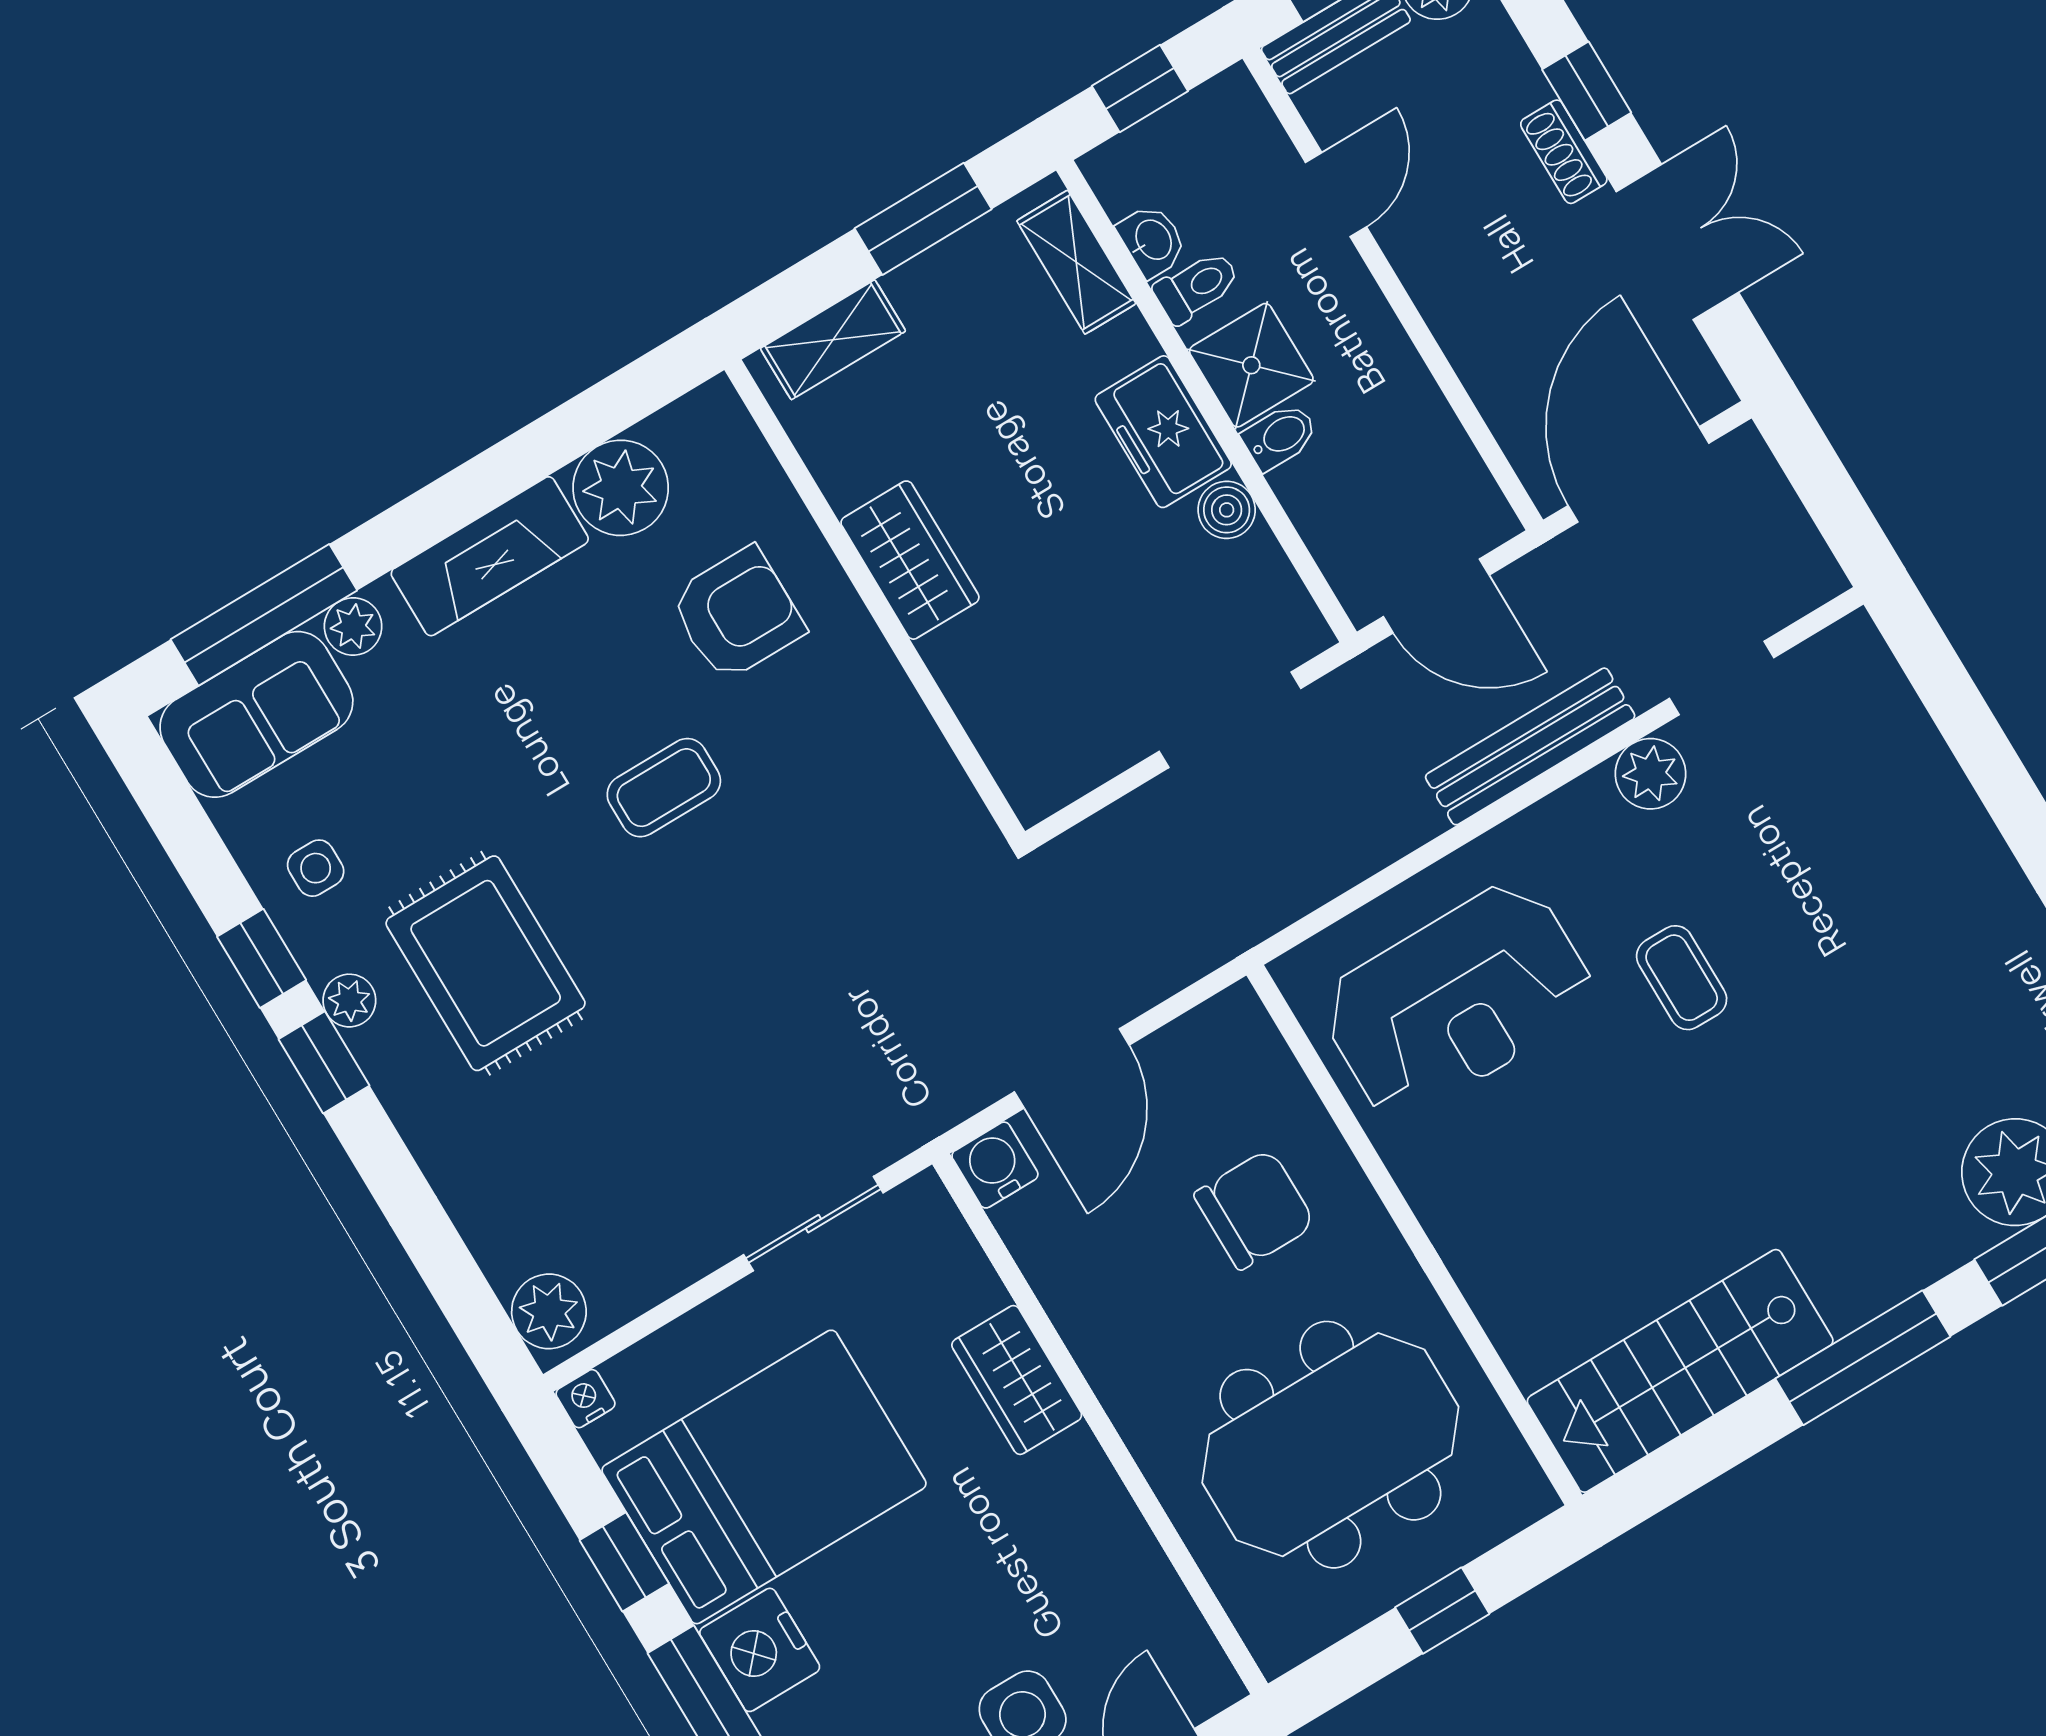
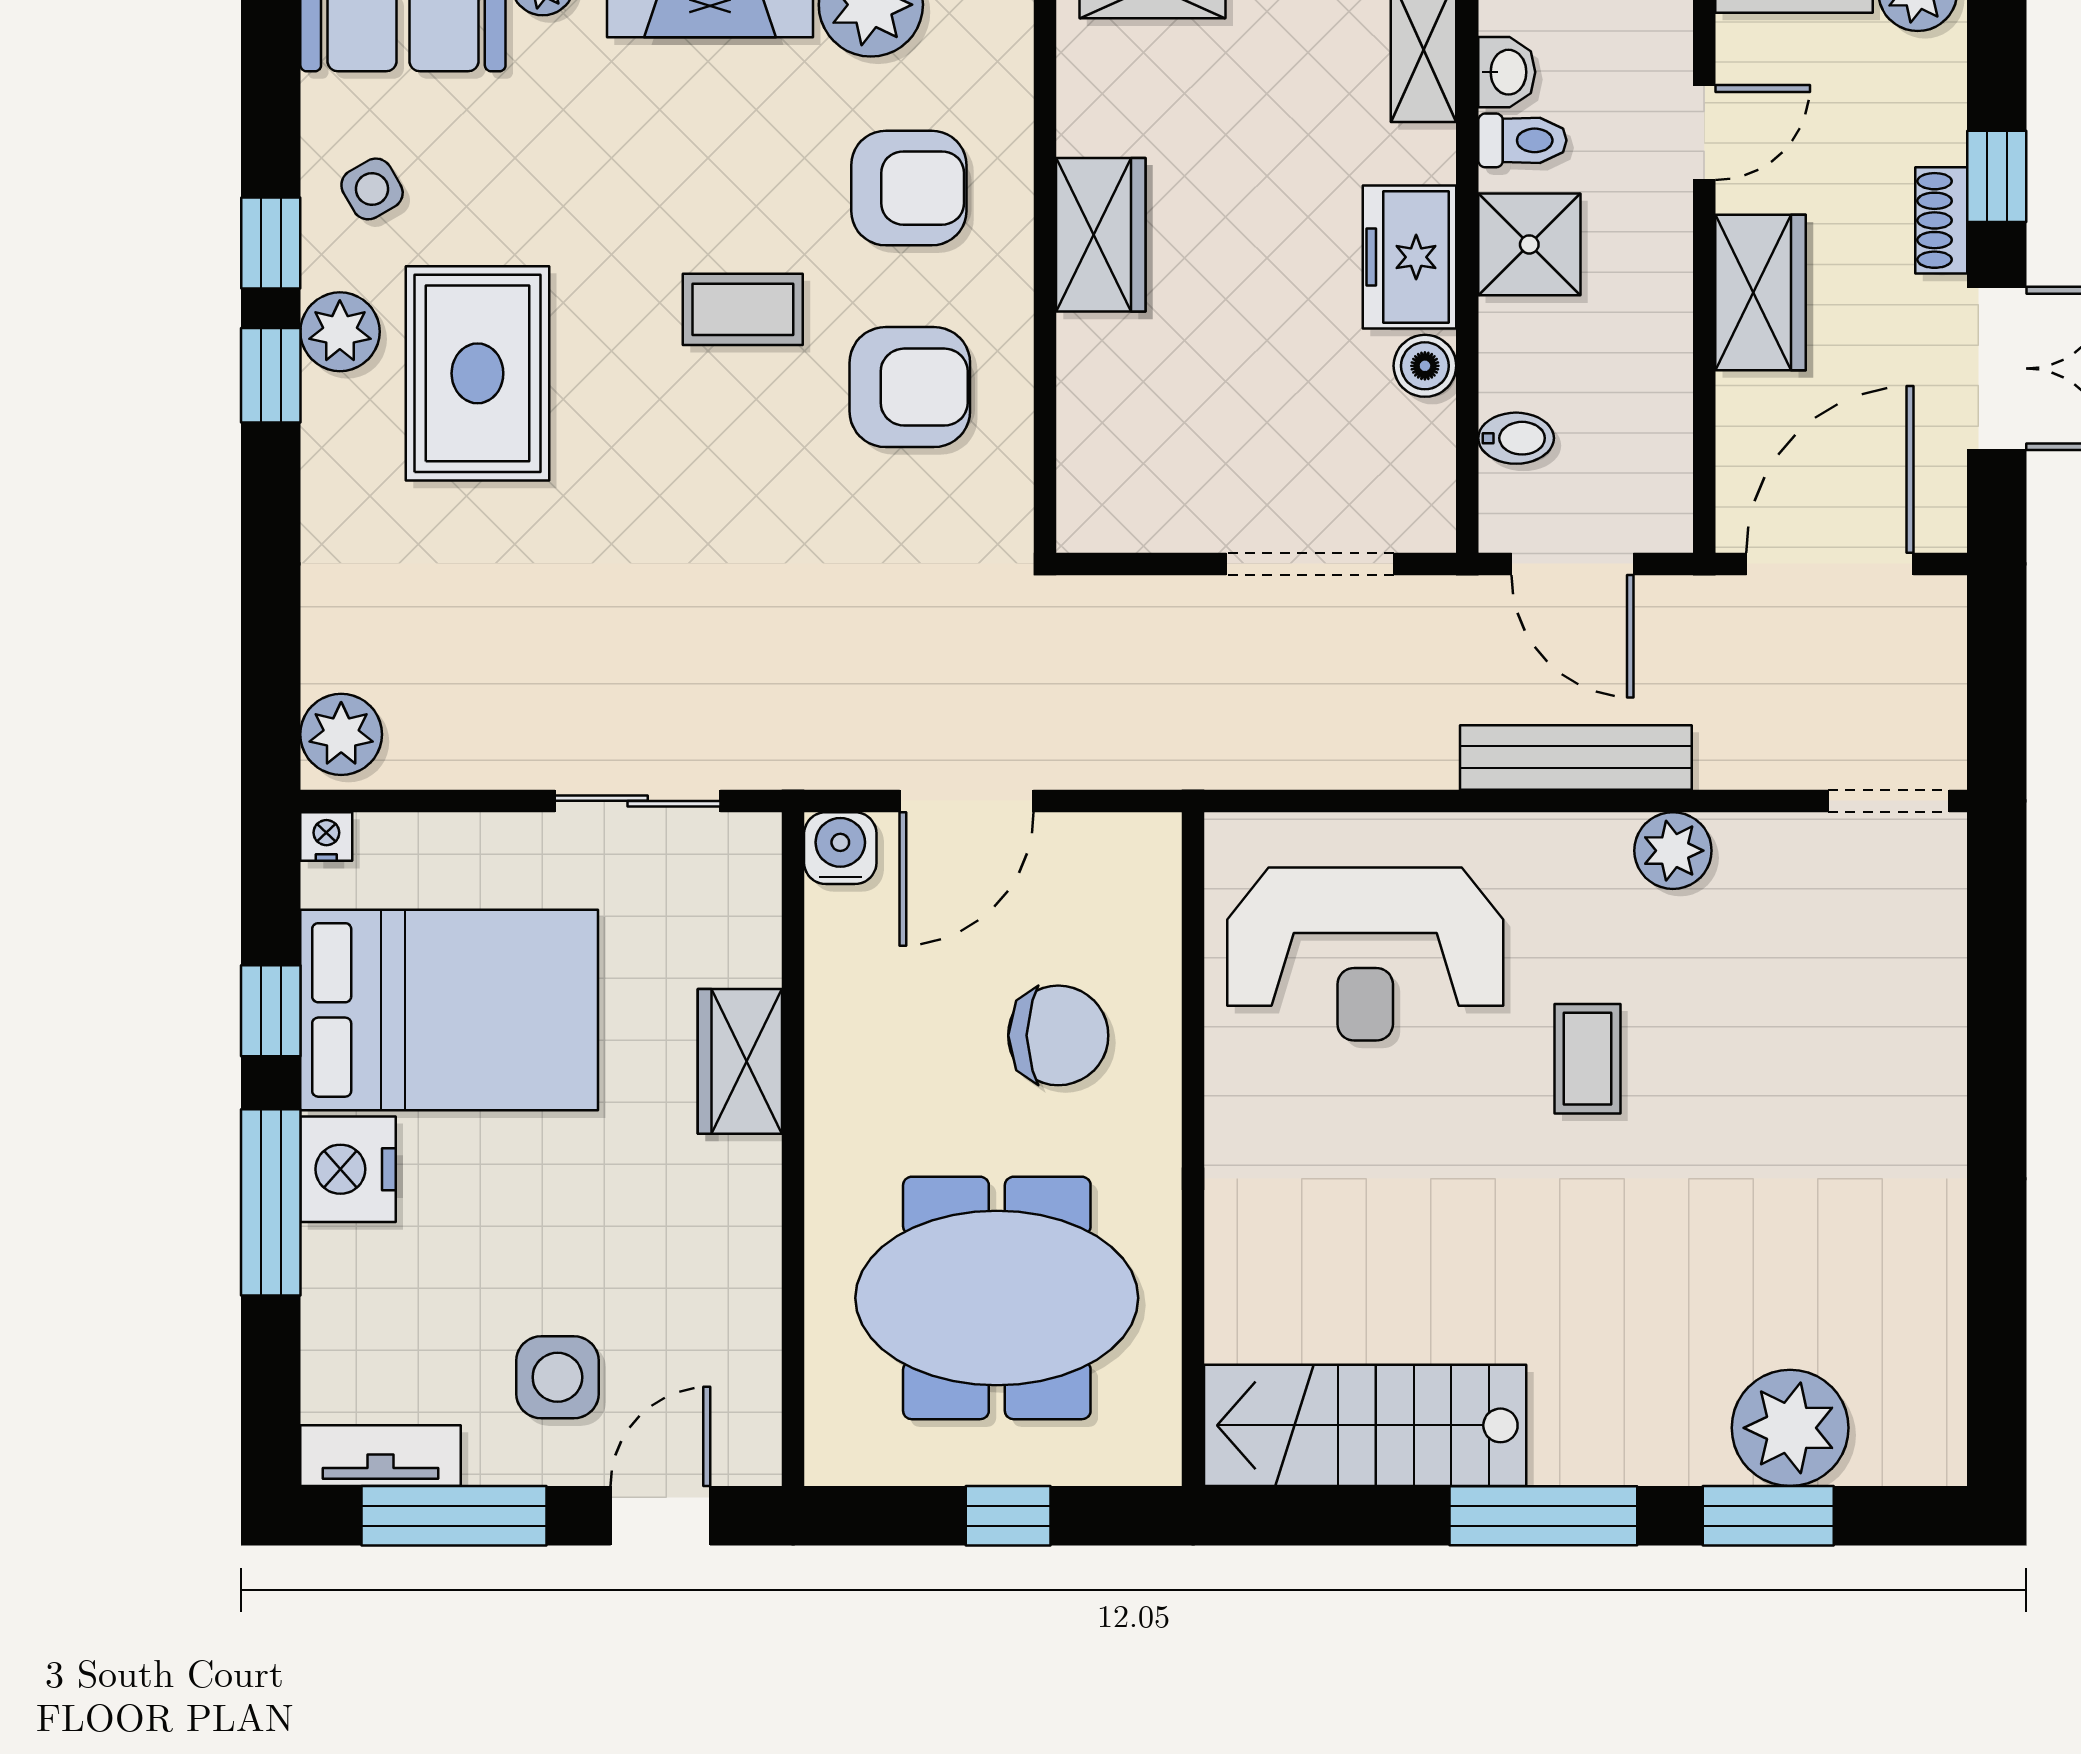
wardrobe: (1456, 294) -> (1760, 292), added
bidet: (1280, 436) -> (1516, 438), moved
doorway: (1722, 678) -> (1889, 801), moved
armchair: (832, 770) -> (910, 387), added
side table: (316, 868) -> (372, 189), turned -30
plant: (349, 1001) -> (340, 332), width x1.38, depth x1.38

